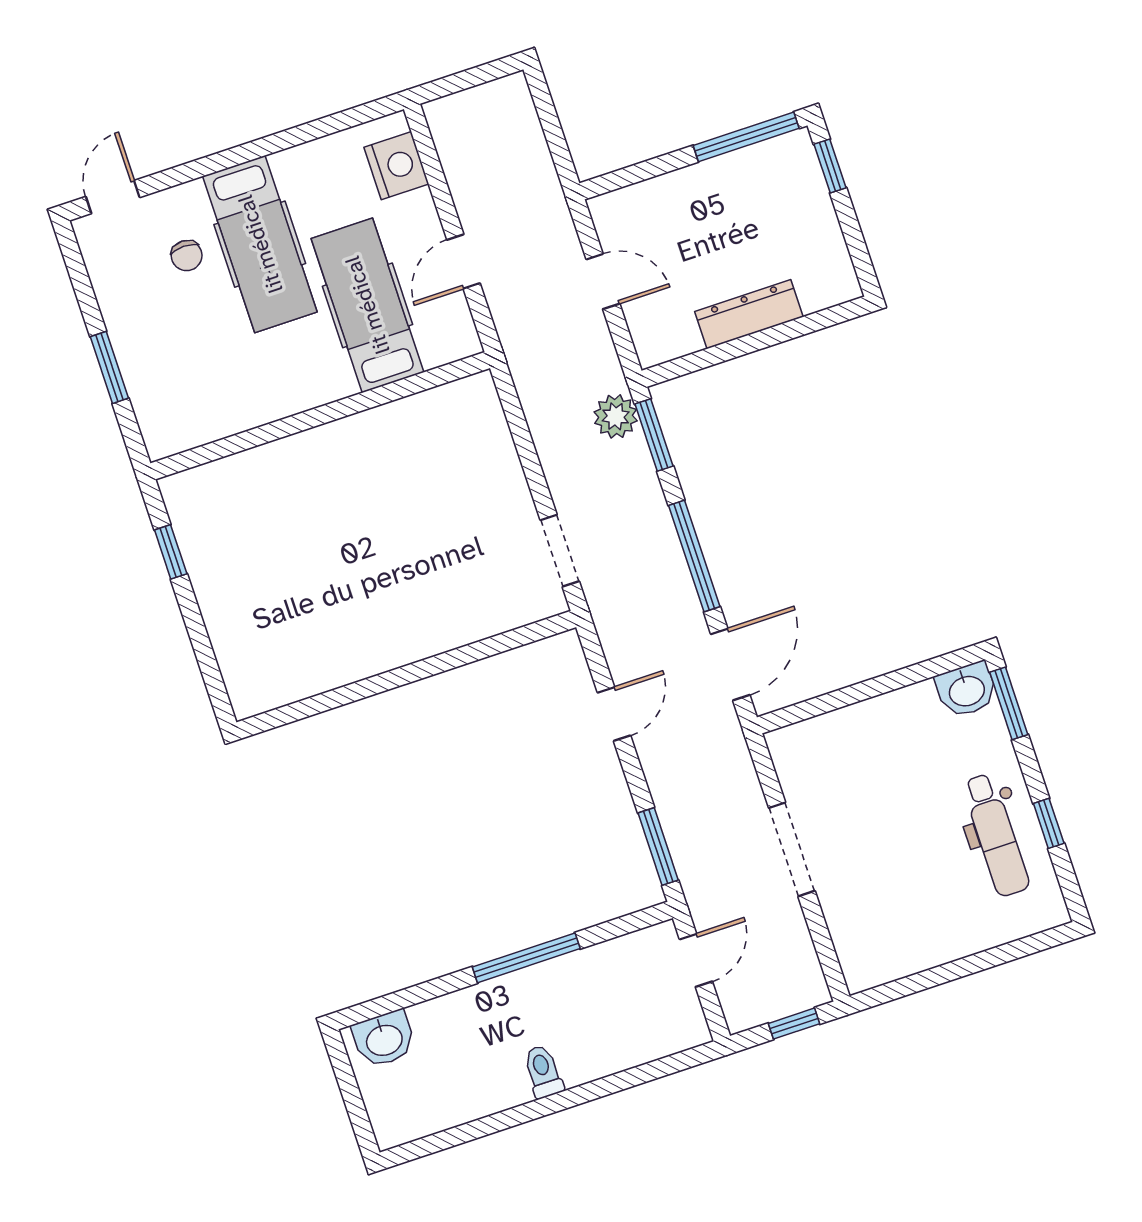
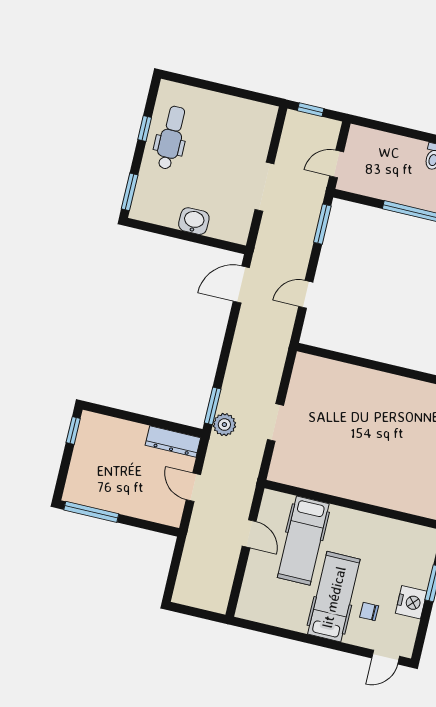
nightstand: (396, 166) -> (411, 602), moved, turned 180
window: (830, 166) -> (73, 430), moved
chair: (187, 256) -> (369, 611), turned -90
door: (464, 262) -> (249, 534), hinge flipped
dresser: (749, 314) -> (173, 441), moved
doorway: (560, 551) -> (275, 423), moved
window: (694, 556) -> (228, 342), removed
washbasin: (966, 690) -> (194, 221), moved

